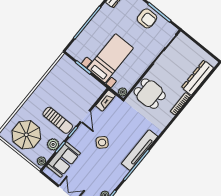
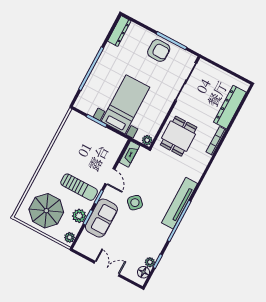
dining table: (150, 94) -> (179, 136), turned 90
sofa: (64, 160) -> (101, 218), moved

